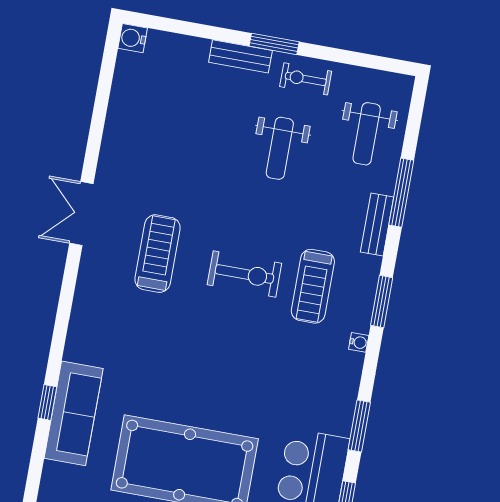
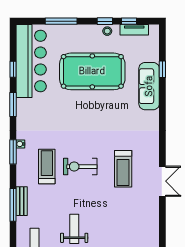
window: (401, 193) -> (13, 205), moved
window: (382, 302) -> (13, 152), moved
window: (47, 402) -> (162, 69), moved

